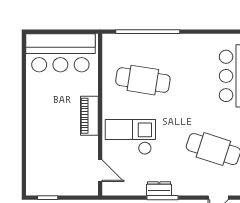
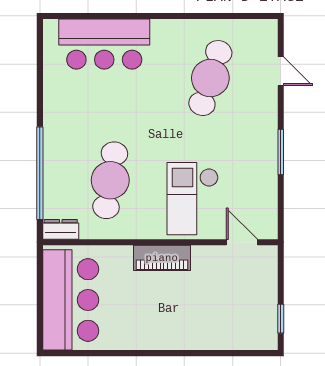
door: (100, 171) -> (242, 242), hinge flipped
dresser: (159, 189) -> (61, 229), moved, turned 90

